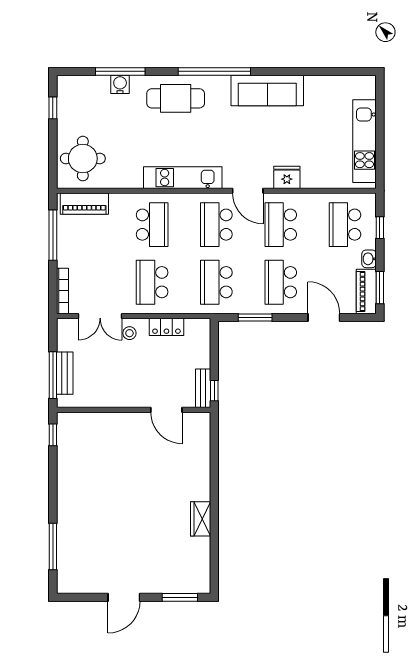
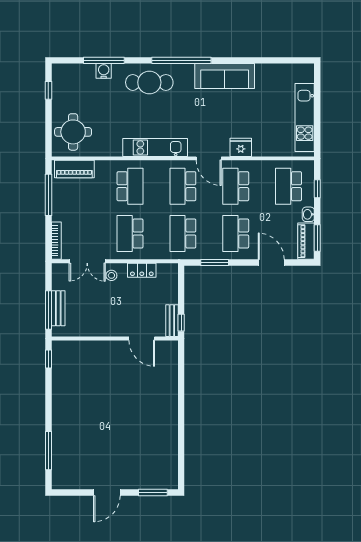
wardrobe: (201, 519) -> (170, 428), removed

